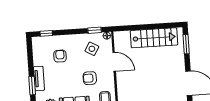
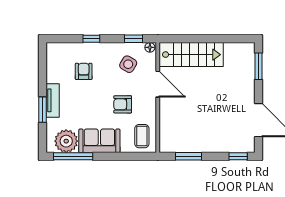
window: (46, 33) -> (91, 39), moved
stairs: (154, 38) -> (191, 55), moved

